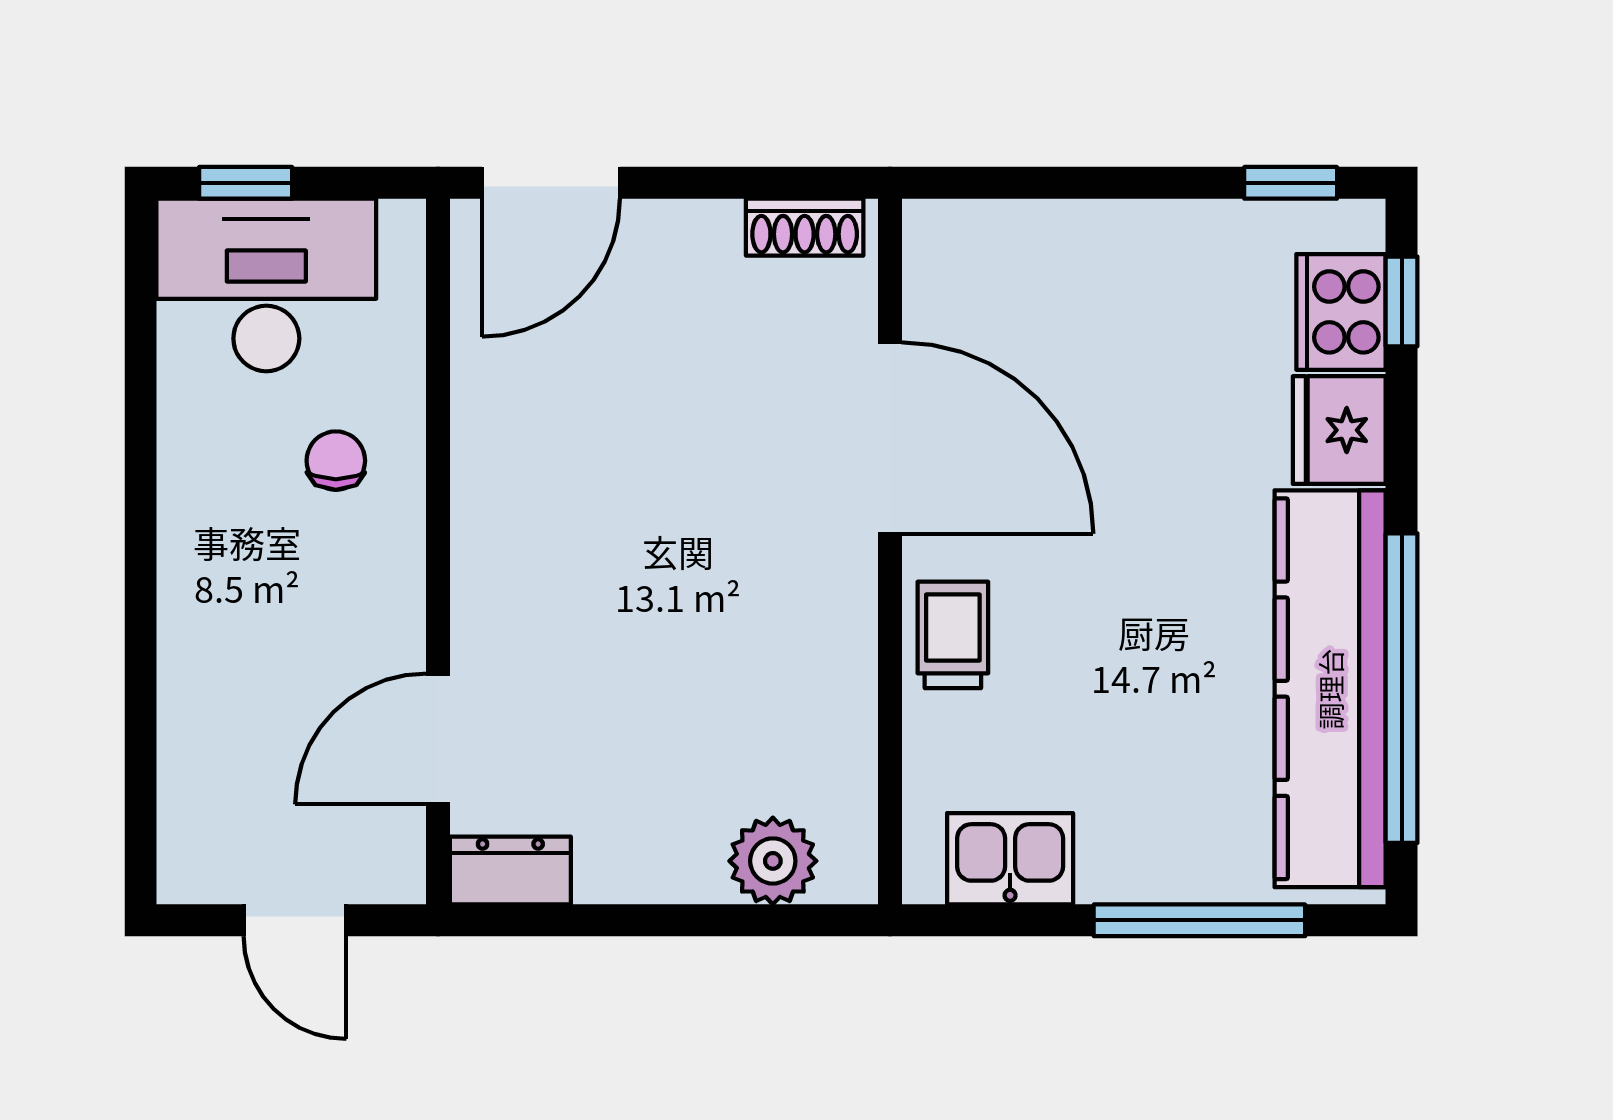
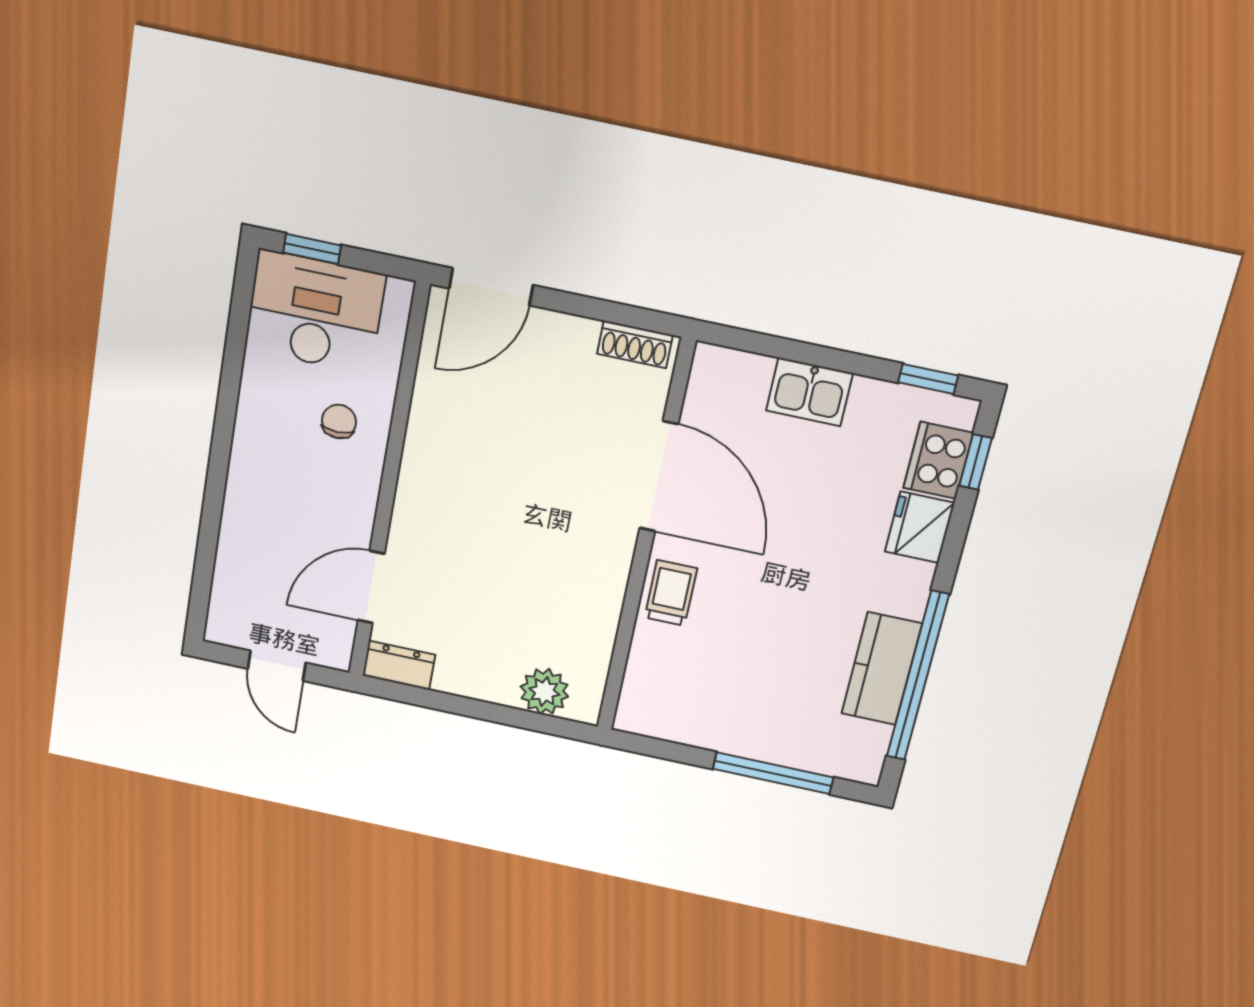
kitchen counter: (1330, 689) -> (882, 669), width x0.48, depth x0.86
kitchen sink: (1010, 859) -> (809, 392), moved, turned 180

